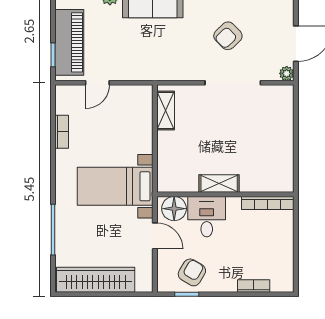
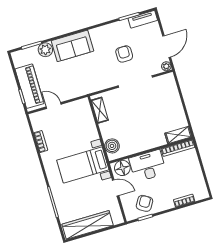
armchair: (228, 36) -> (124, 54), turned 134
door: (97, 83) -> (54, 106), swing flipped
boiler: (168, 170) -> (112, 146), added
shelving: (219, 184) -> (178, 135), moved
desk: (207, 217) -> (148, 166), width x1.37

